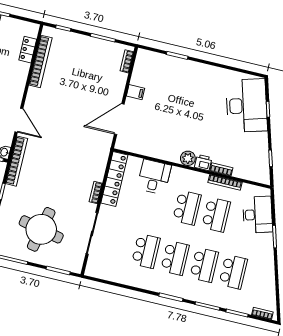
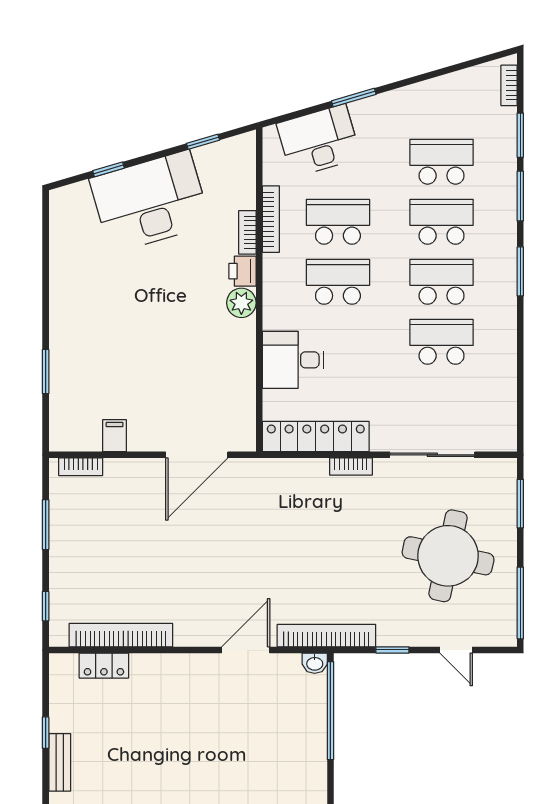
filing cabinet: (135, 92) -> (115, 436), moved
desk: (247, 106) -> (150, 202), moved
door: (119, 119) -> (197, 455), hinge flipped

